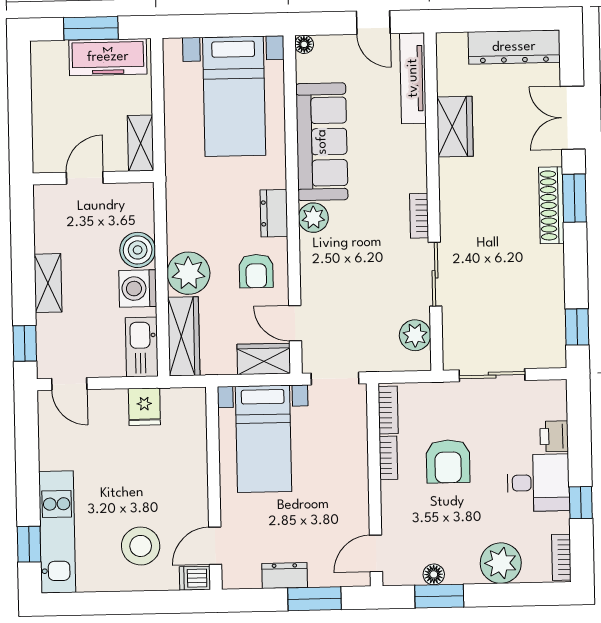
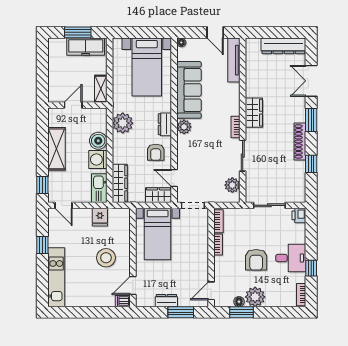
wardrobe: (455, 127) -> (254, 113), moved
shoe rack: (551, 205) -> (300, 141), moved
plant: (188, 273) -> (123, 123), moved
shelving: (48, 283) -> (56, 149), width x1.50, depth x1.33
window: (577, 327) -> (311, 164), moved
printer: (554, 436) -> (299, 215), moved
armchair: (448, 461) -> (256, 260), moved
window: (29, 544) -> (42, 245), moved
stool: (141, 546) -> (106, 258), moved
plant: (501, 563) -> (255, 297), moved

